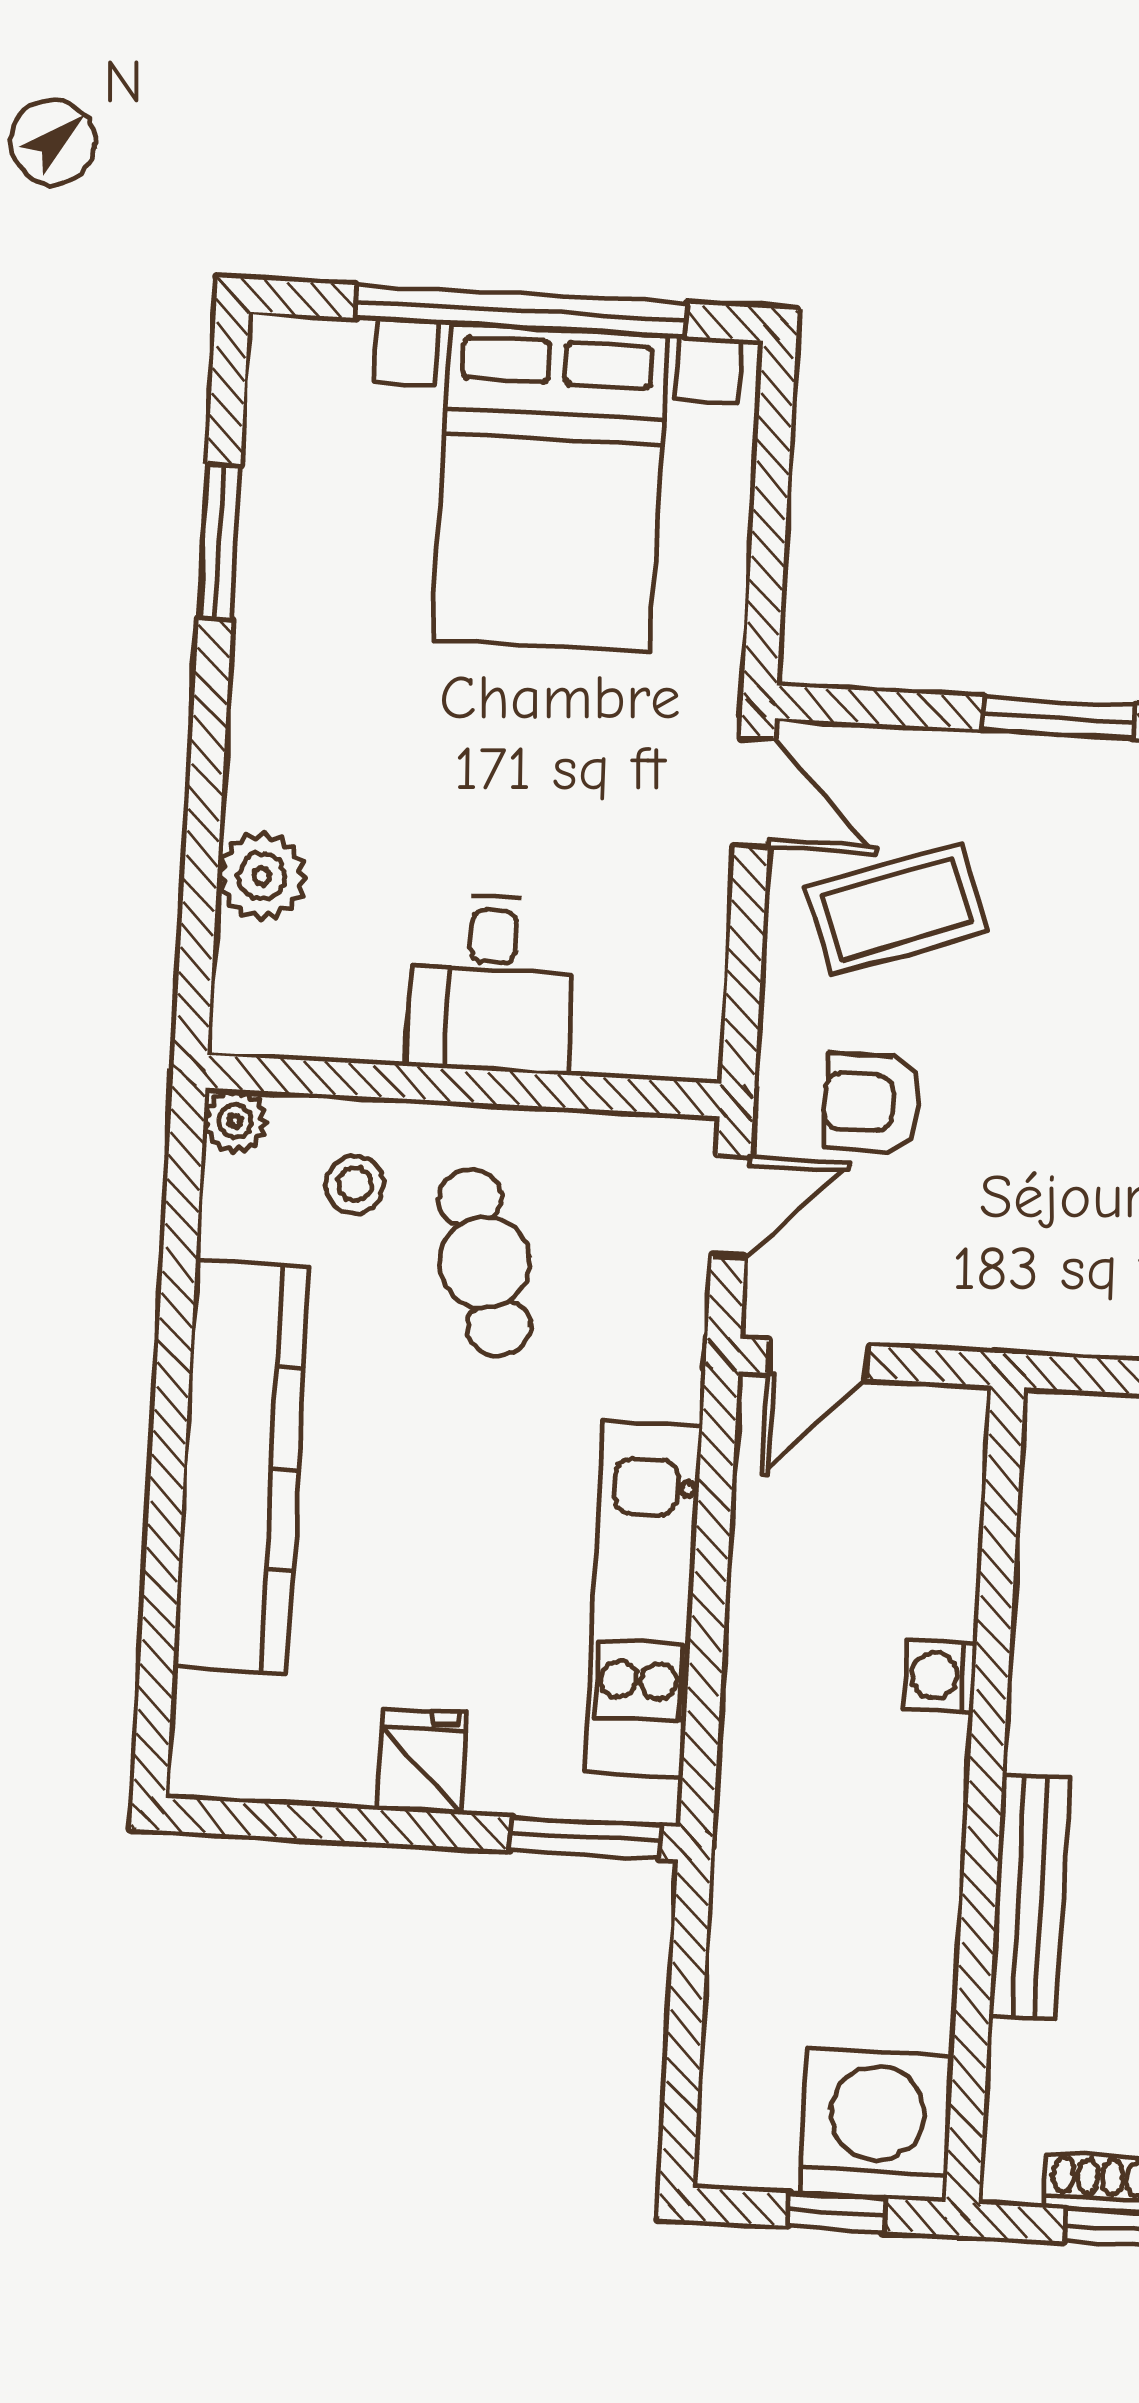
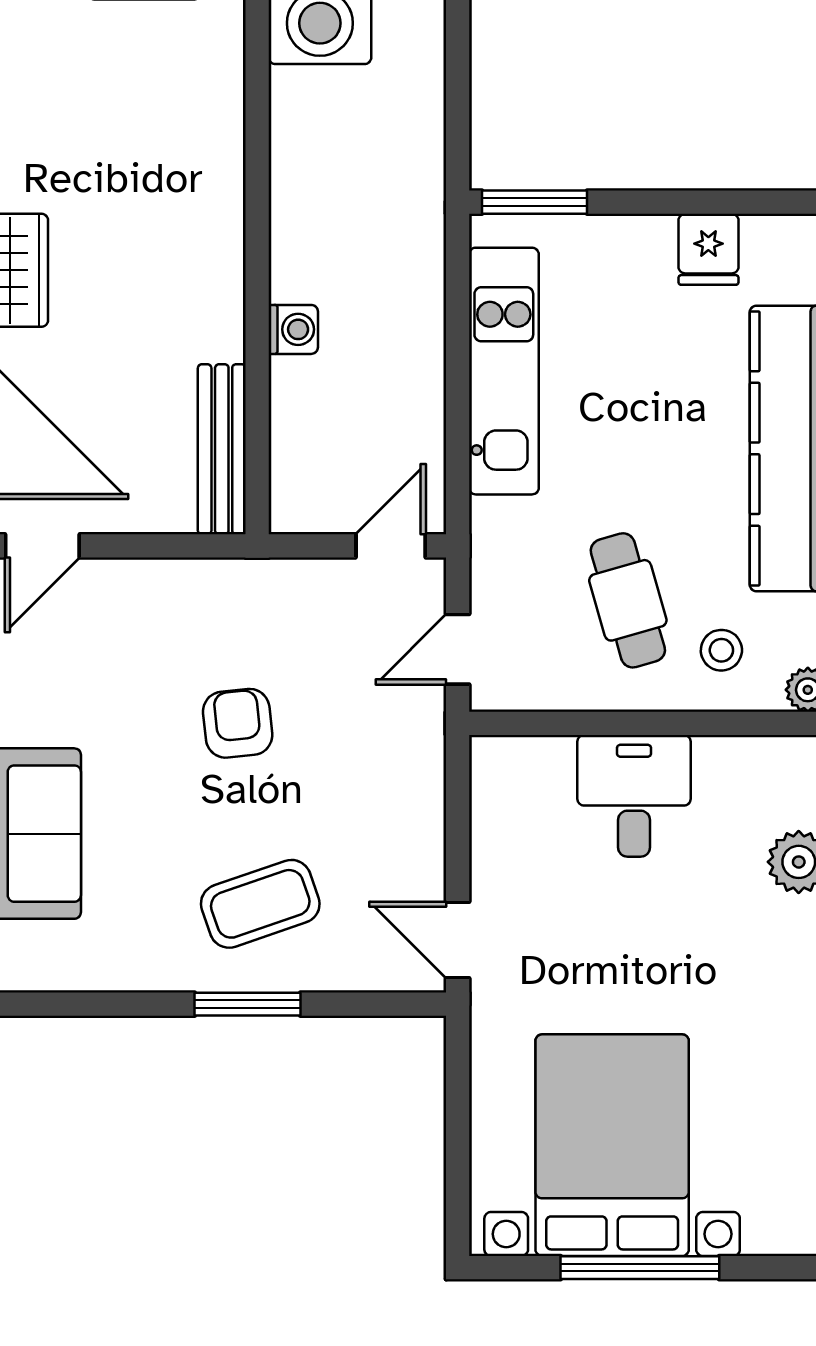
window: (521, 311) -> (640, 1268), width x0.68
coffee table: (897, 909) -> (260, 904), moved
armchair: (872, 1103) -> (238, 723), moved, turned -96
fridge: (422, 1761) -> (708, 249), moved
bench: (1030, 1897) -> (222, 449), moved

